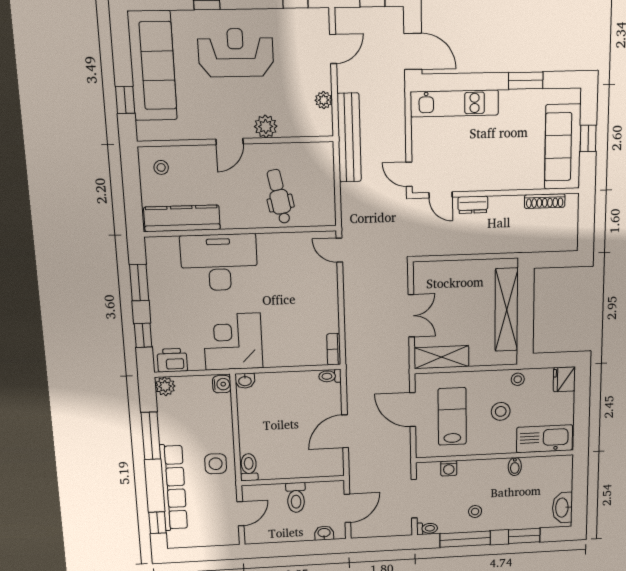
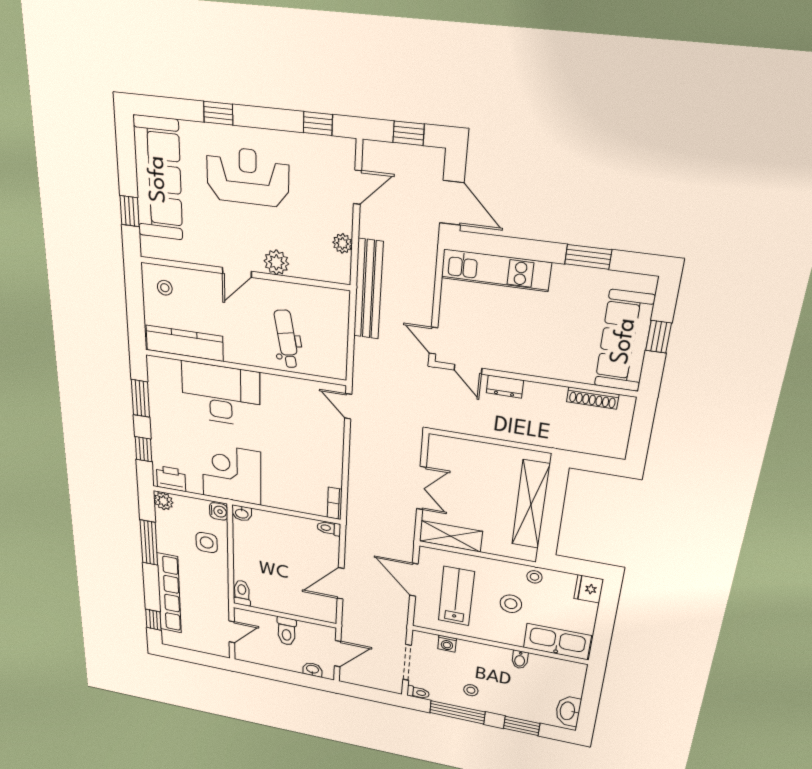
side table: (216, 464) -> (207, 543), moved

